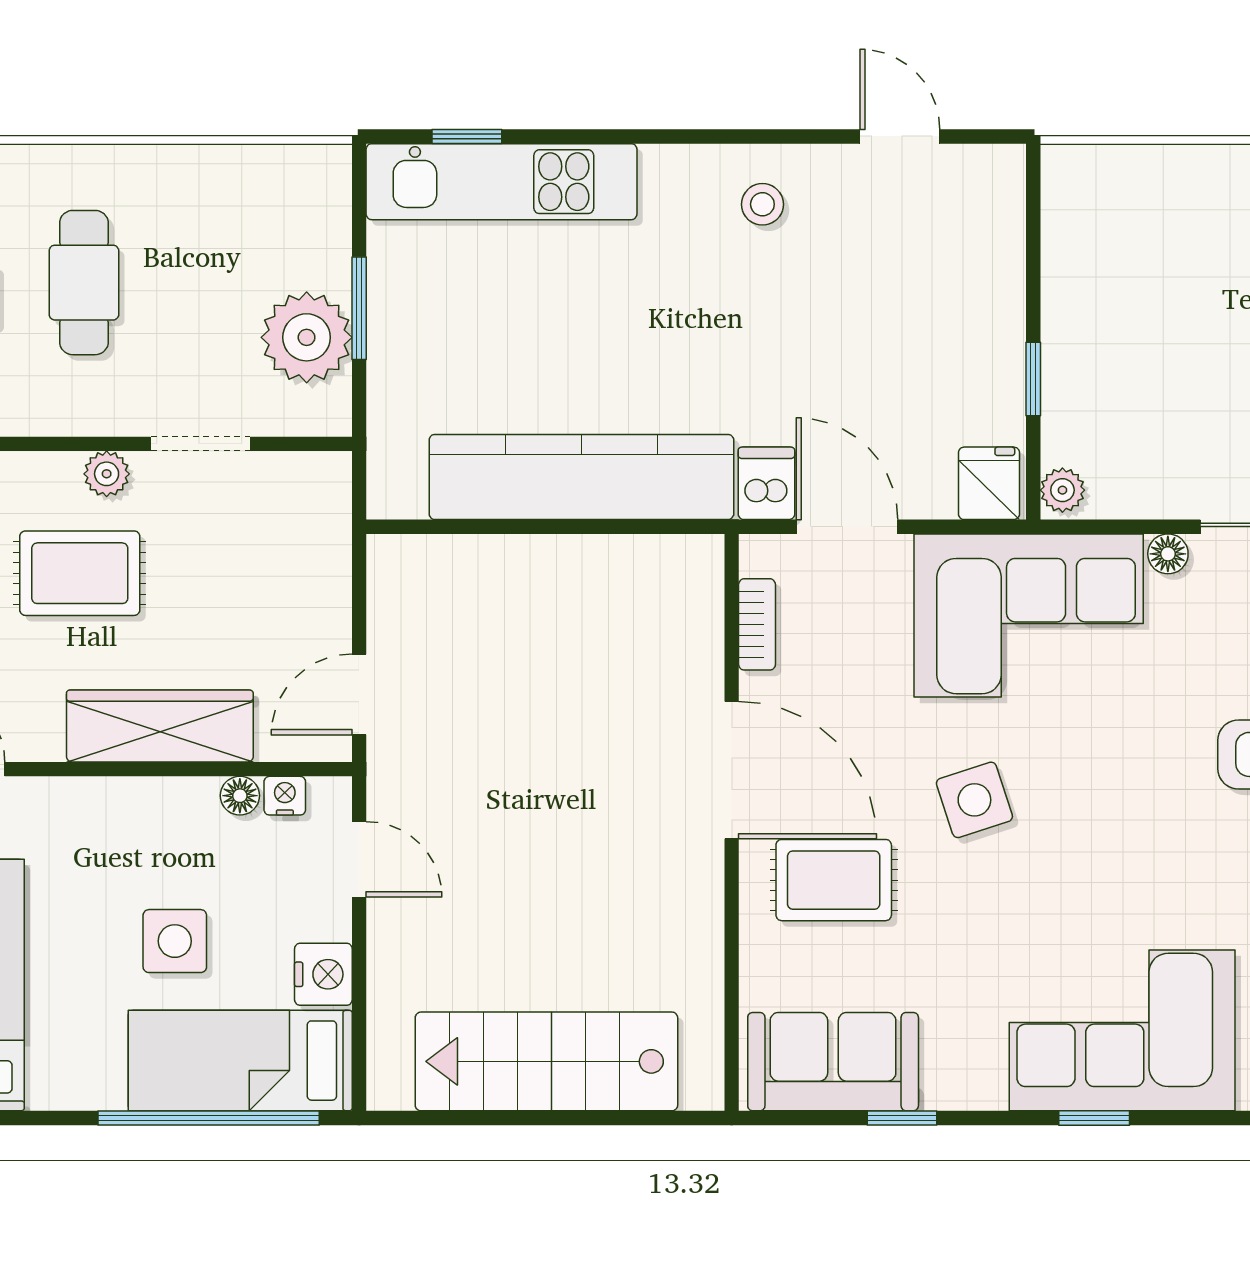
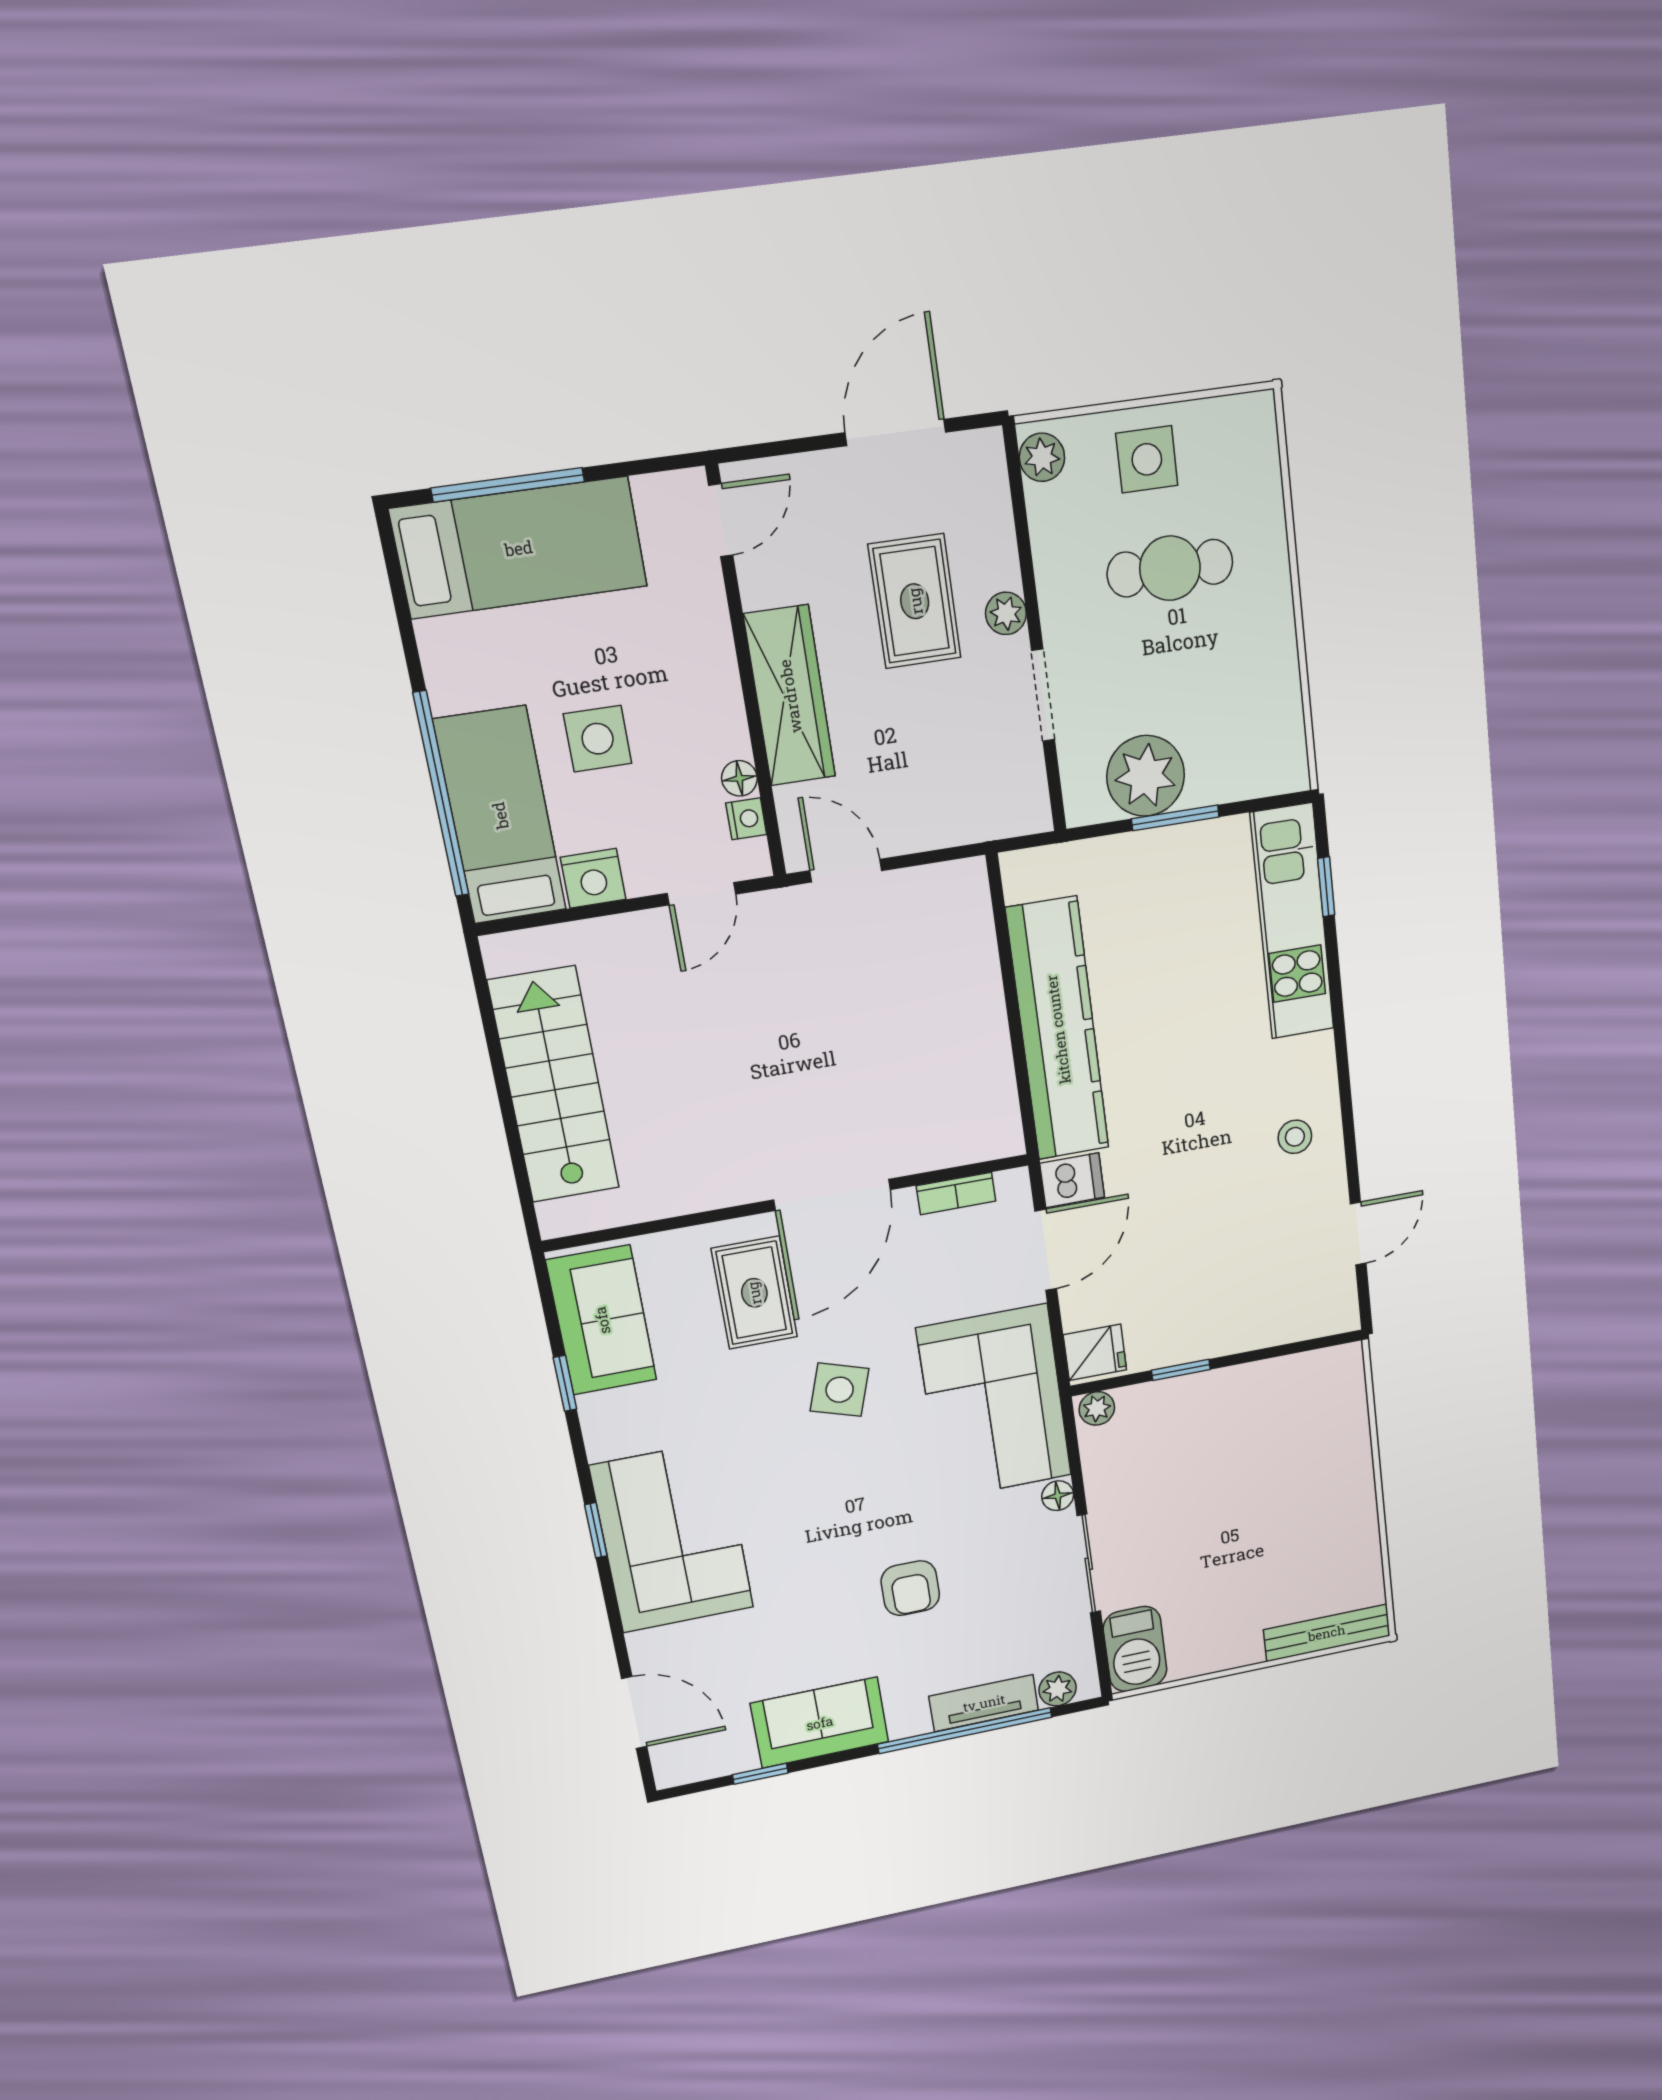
side table: (974, 800) -> (840, 1390), turned 36

